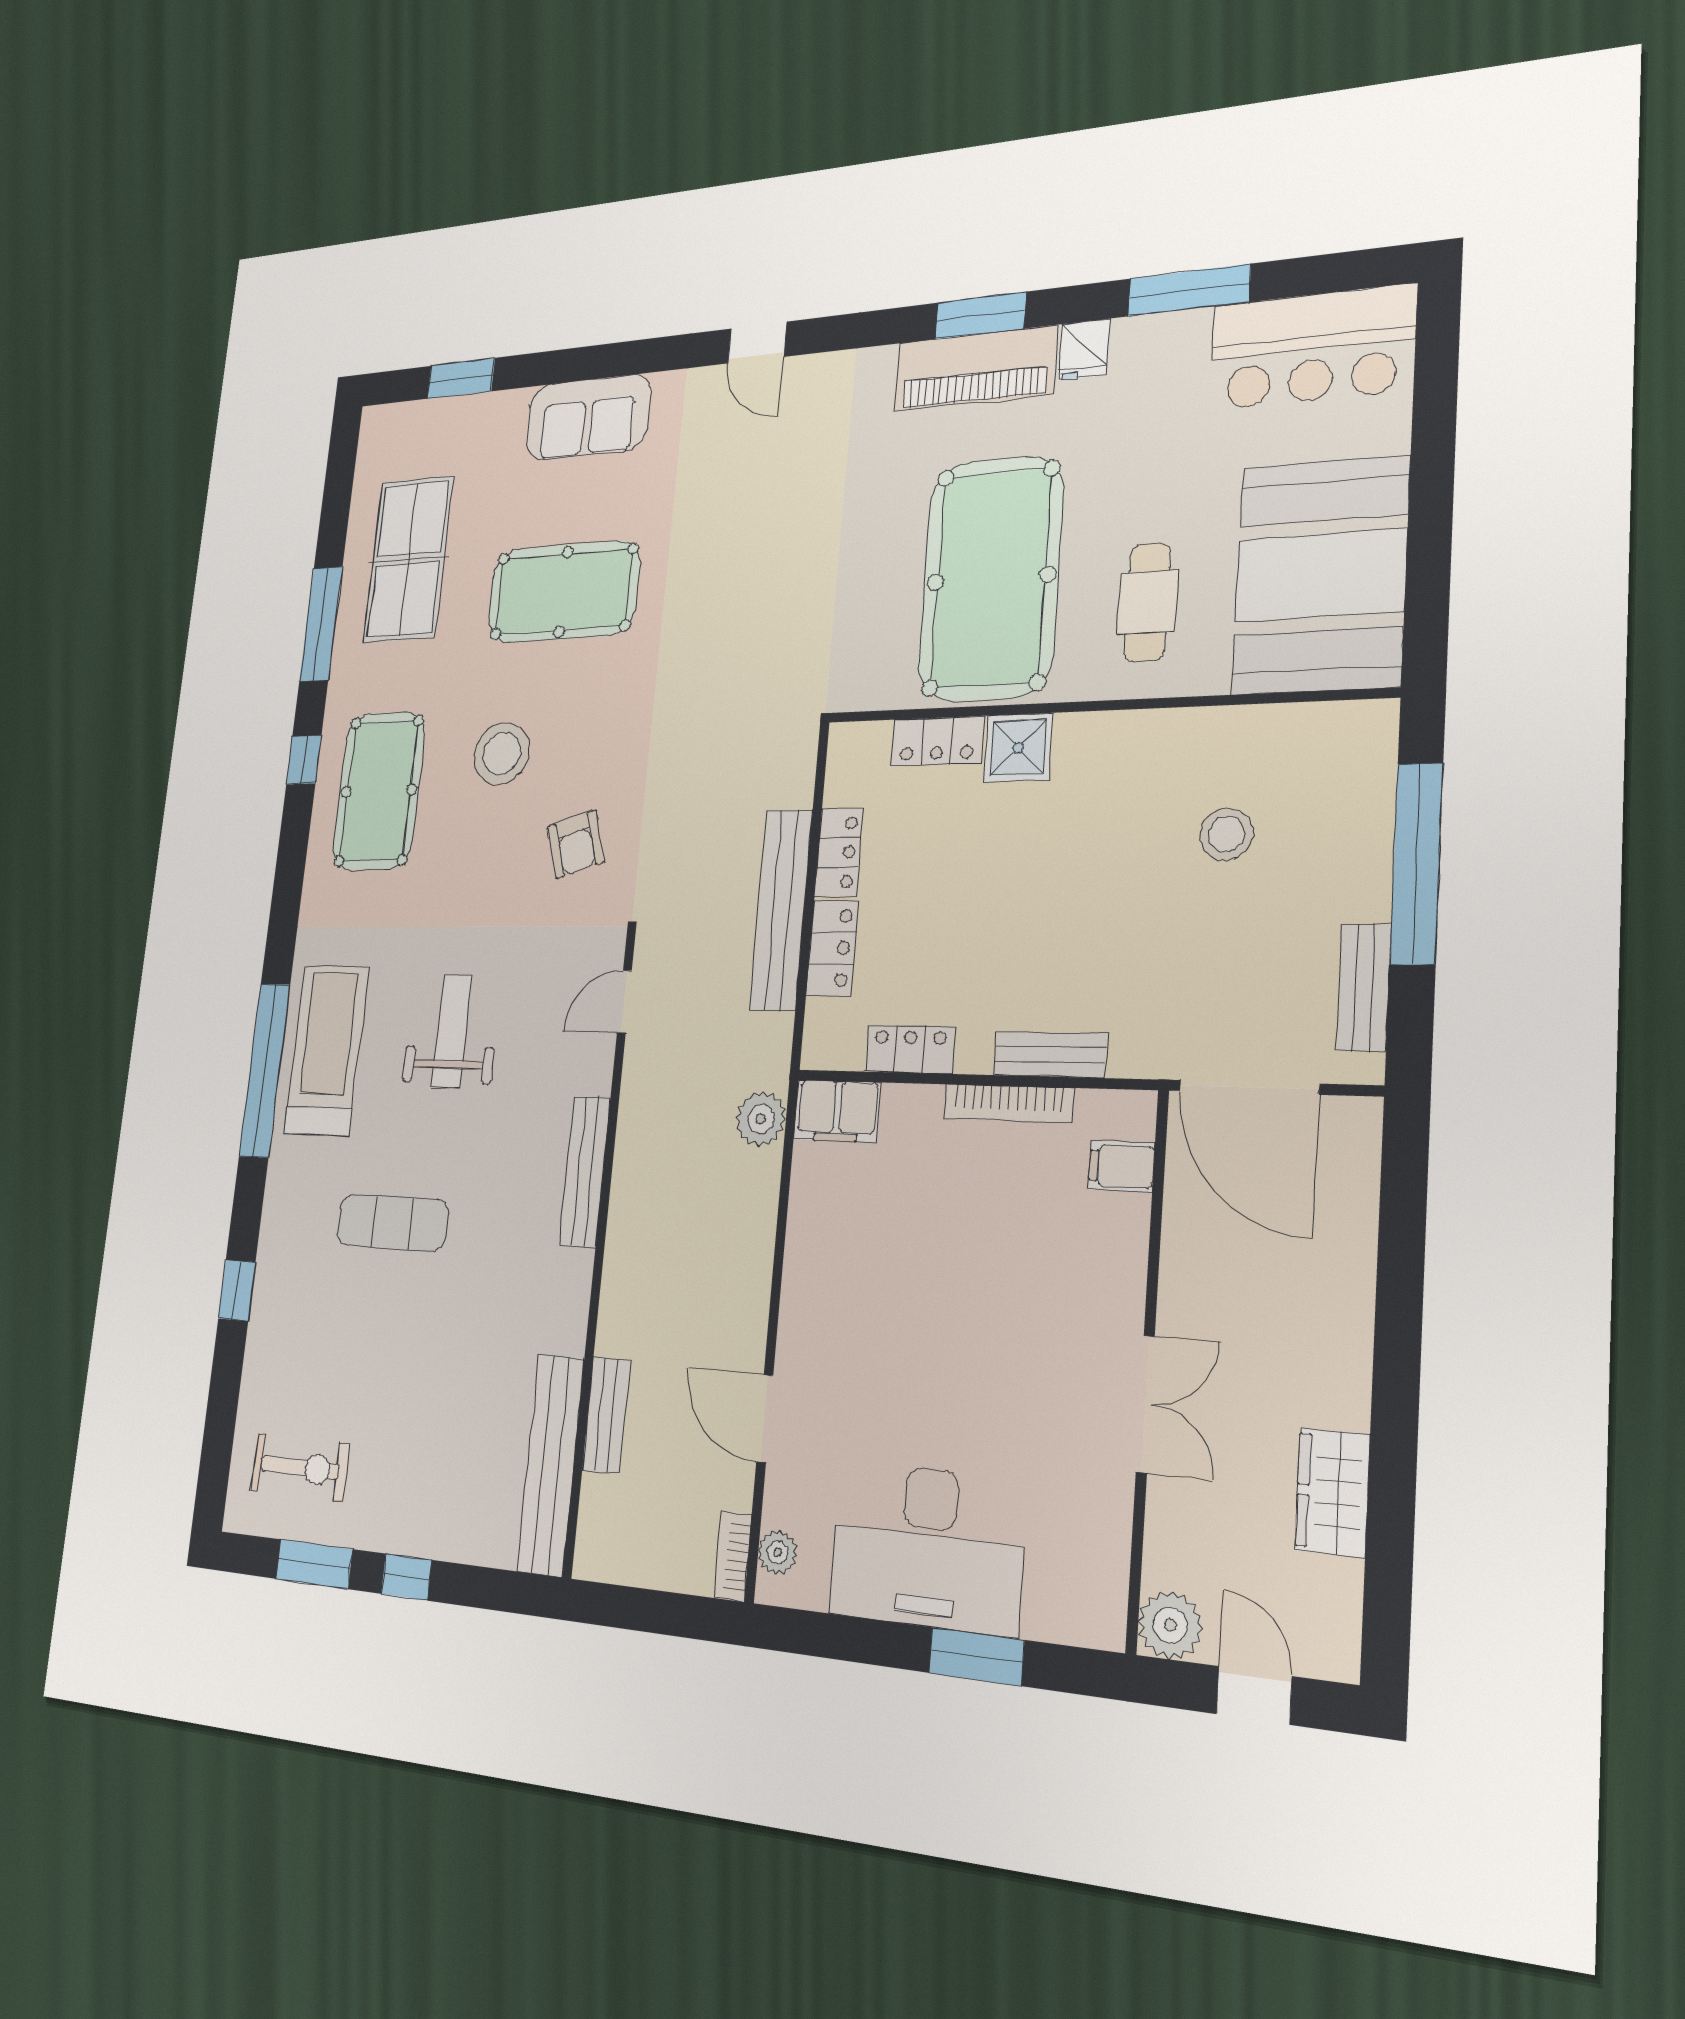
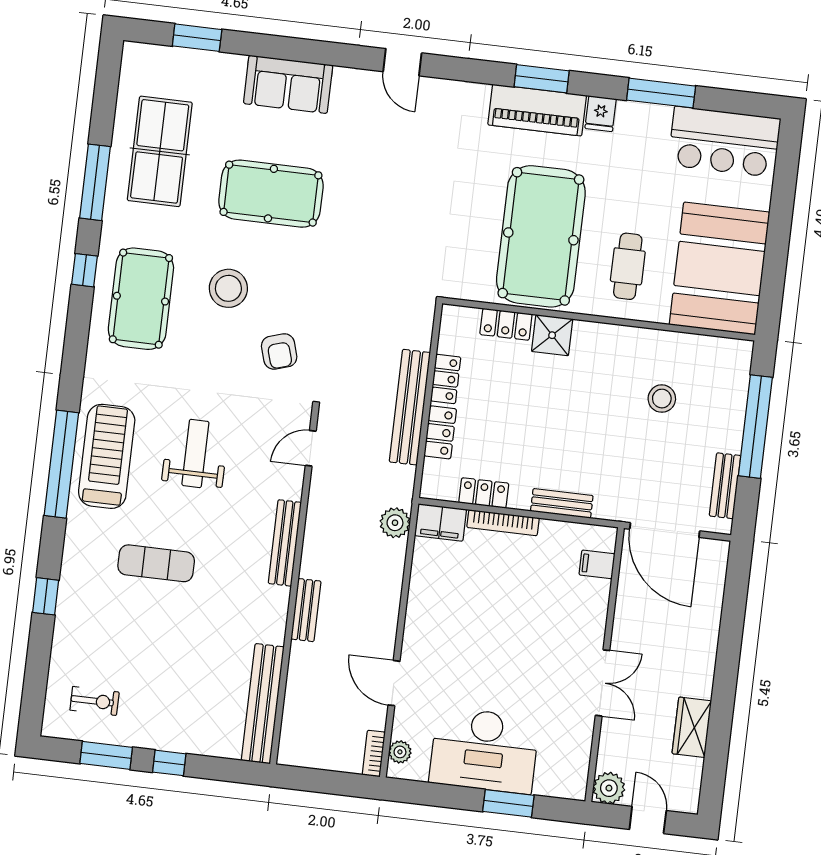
bookcase: (1008, 1103) -> (503, 523), moved
bench: (606, 1415) -> (306, 610), moved
exercise bike: (300, 1467) -> (95, 701), width x0.73, depth x0.72

